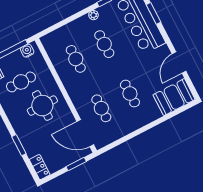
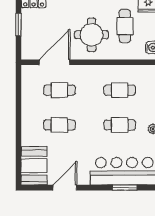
door: (179, 63) -> (65, 188), hinge flipped
door: (85, 133) -> (54, 62), moved
window: (76, 164) -> (18, 25), moved

